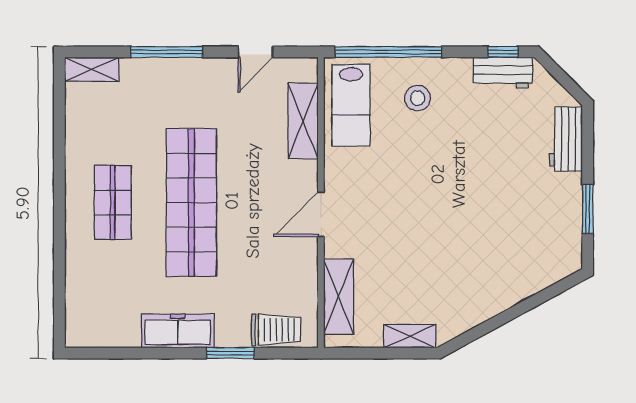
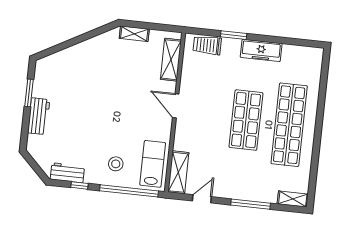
window: (503, 52) -> (80, 185), moved
shelving: (303, 121) -> (178, 172), moved
workbench: (566, 139) -> (39, 116), moved
shop shelf: (113, 203) -> (289, 125), width x2.00, depth x1.36
shop shelf: (191, 203) -> (246, 120), width x0.71
door: (321, 214) -> (176, 106), swing flipped

